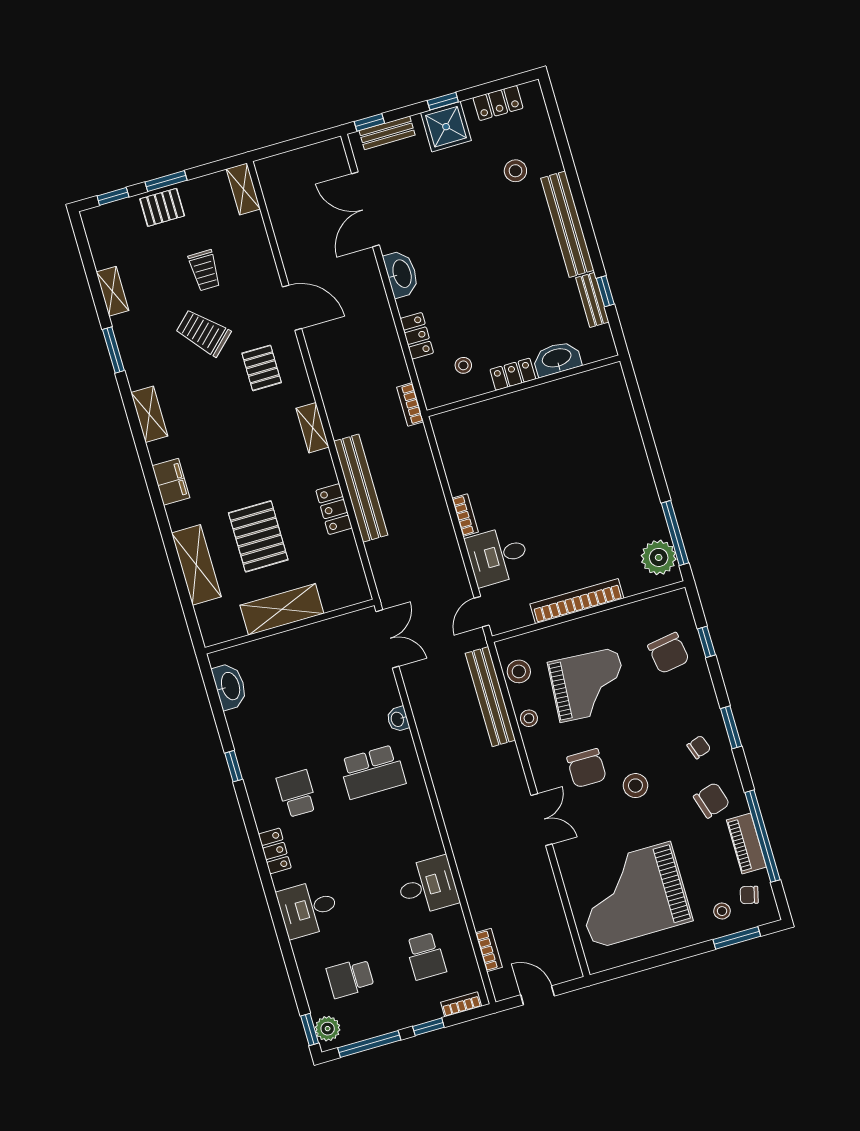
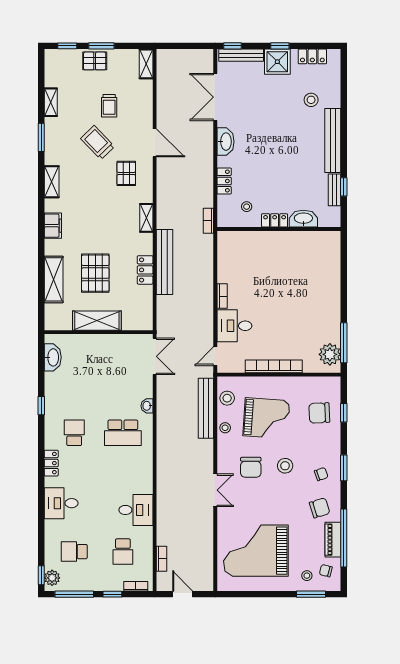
bench: (387, 133) -> (241, 55), width x1.36
chair: (668, 653) -> (319, 413), turned 96
stool: (635, 786) -> (285, 466), moved

